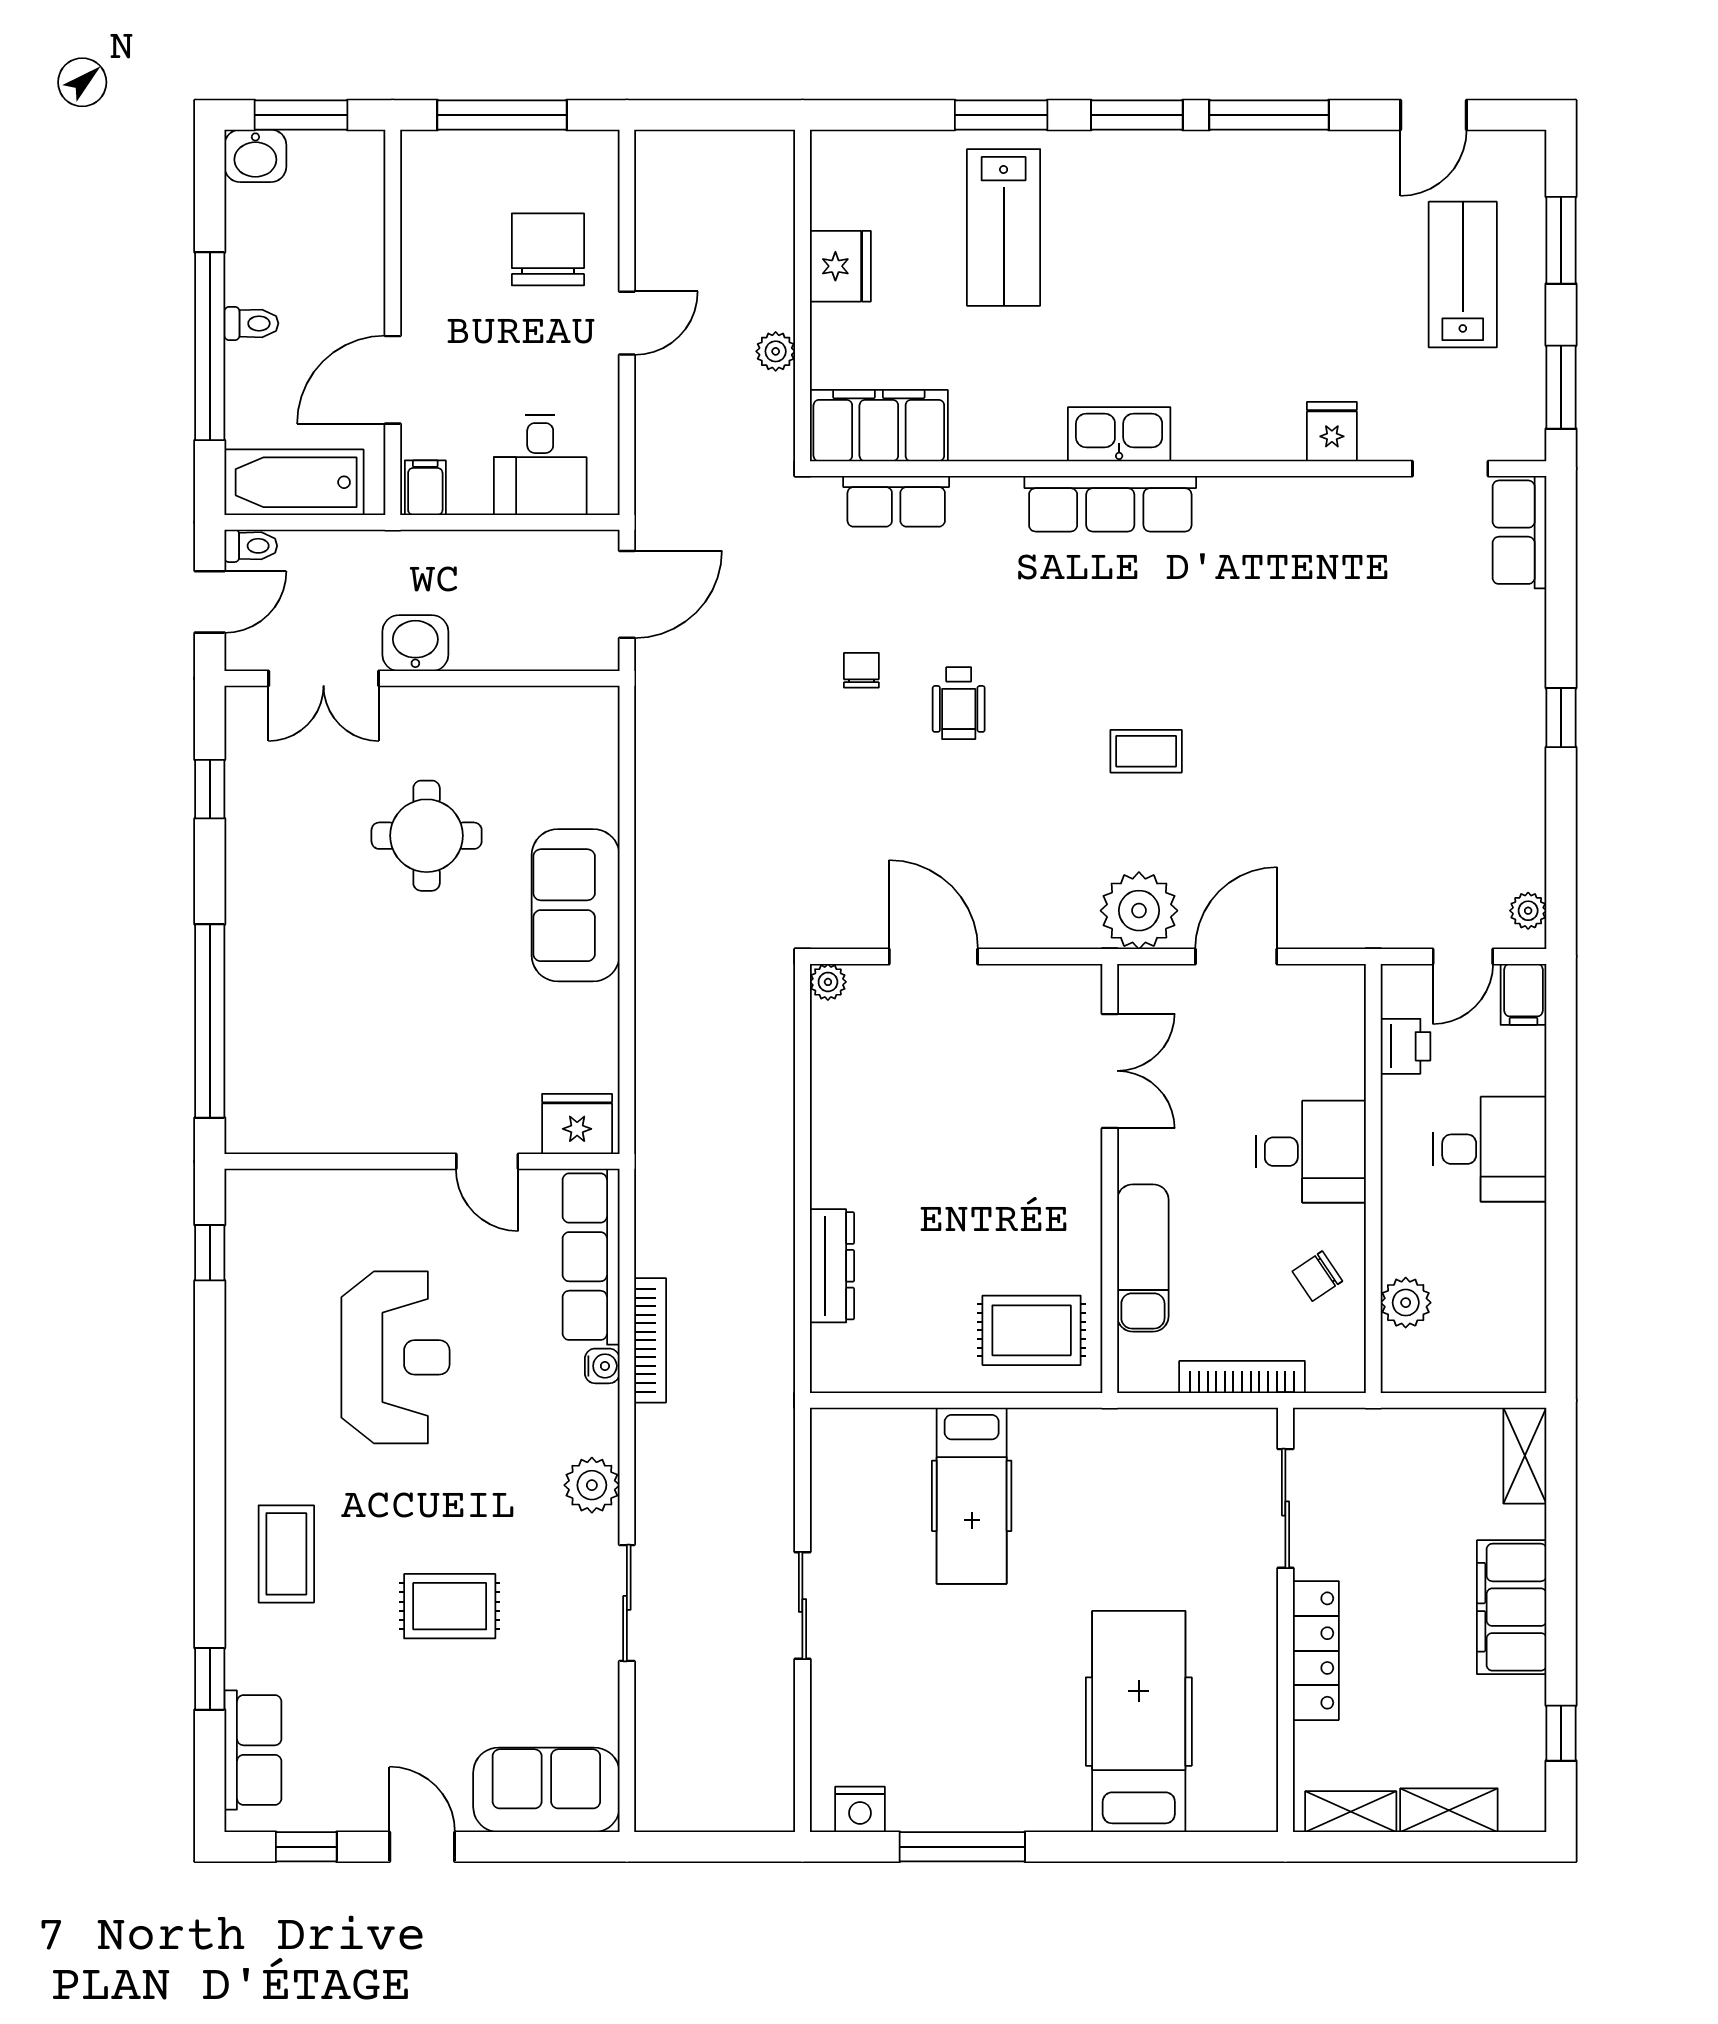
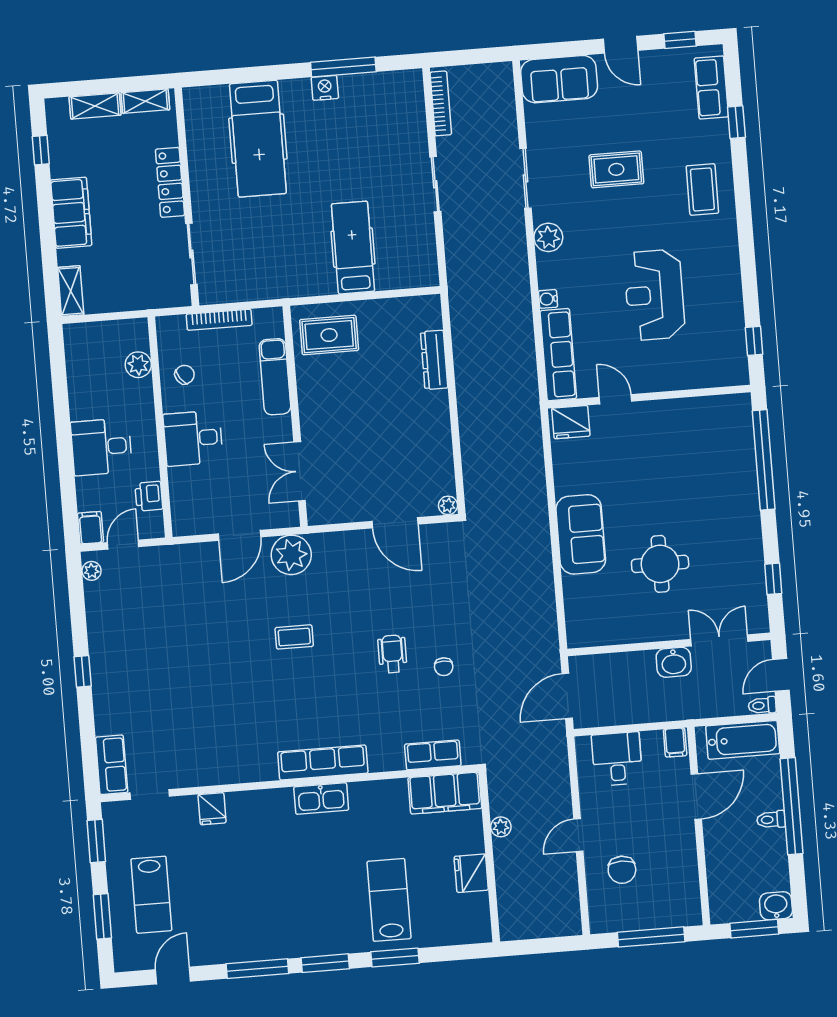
chair: (548, 249) -> (622, 870), width x0.73, depth x0.73
bookcase: (650, 1340) -> (441, 103), moved, turned 180
nightstand: (860, 1809) -> (325, 88), moved

